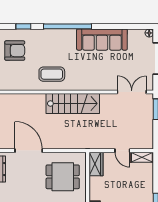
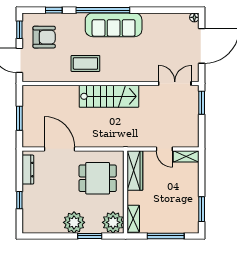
sofa: (102, 40) -> (114, 25), moved
wardrobe: (96, 164) -> (135, 171), width x1.50

